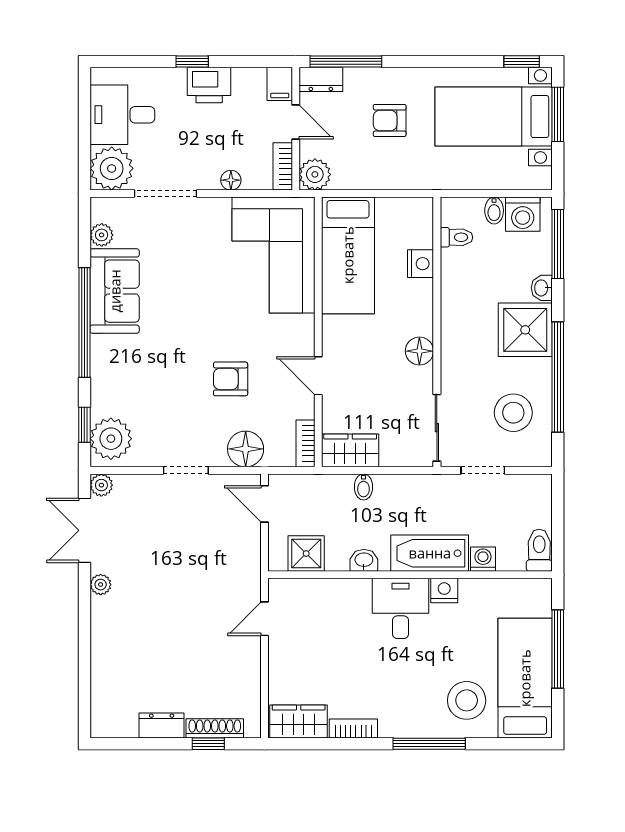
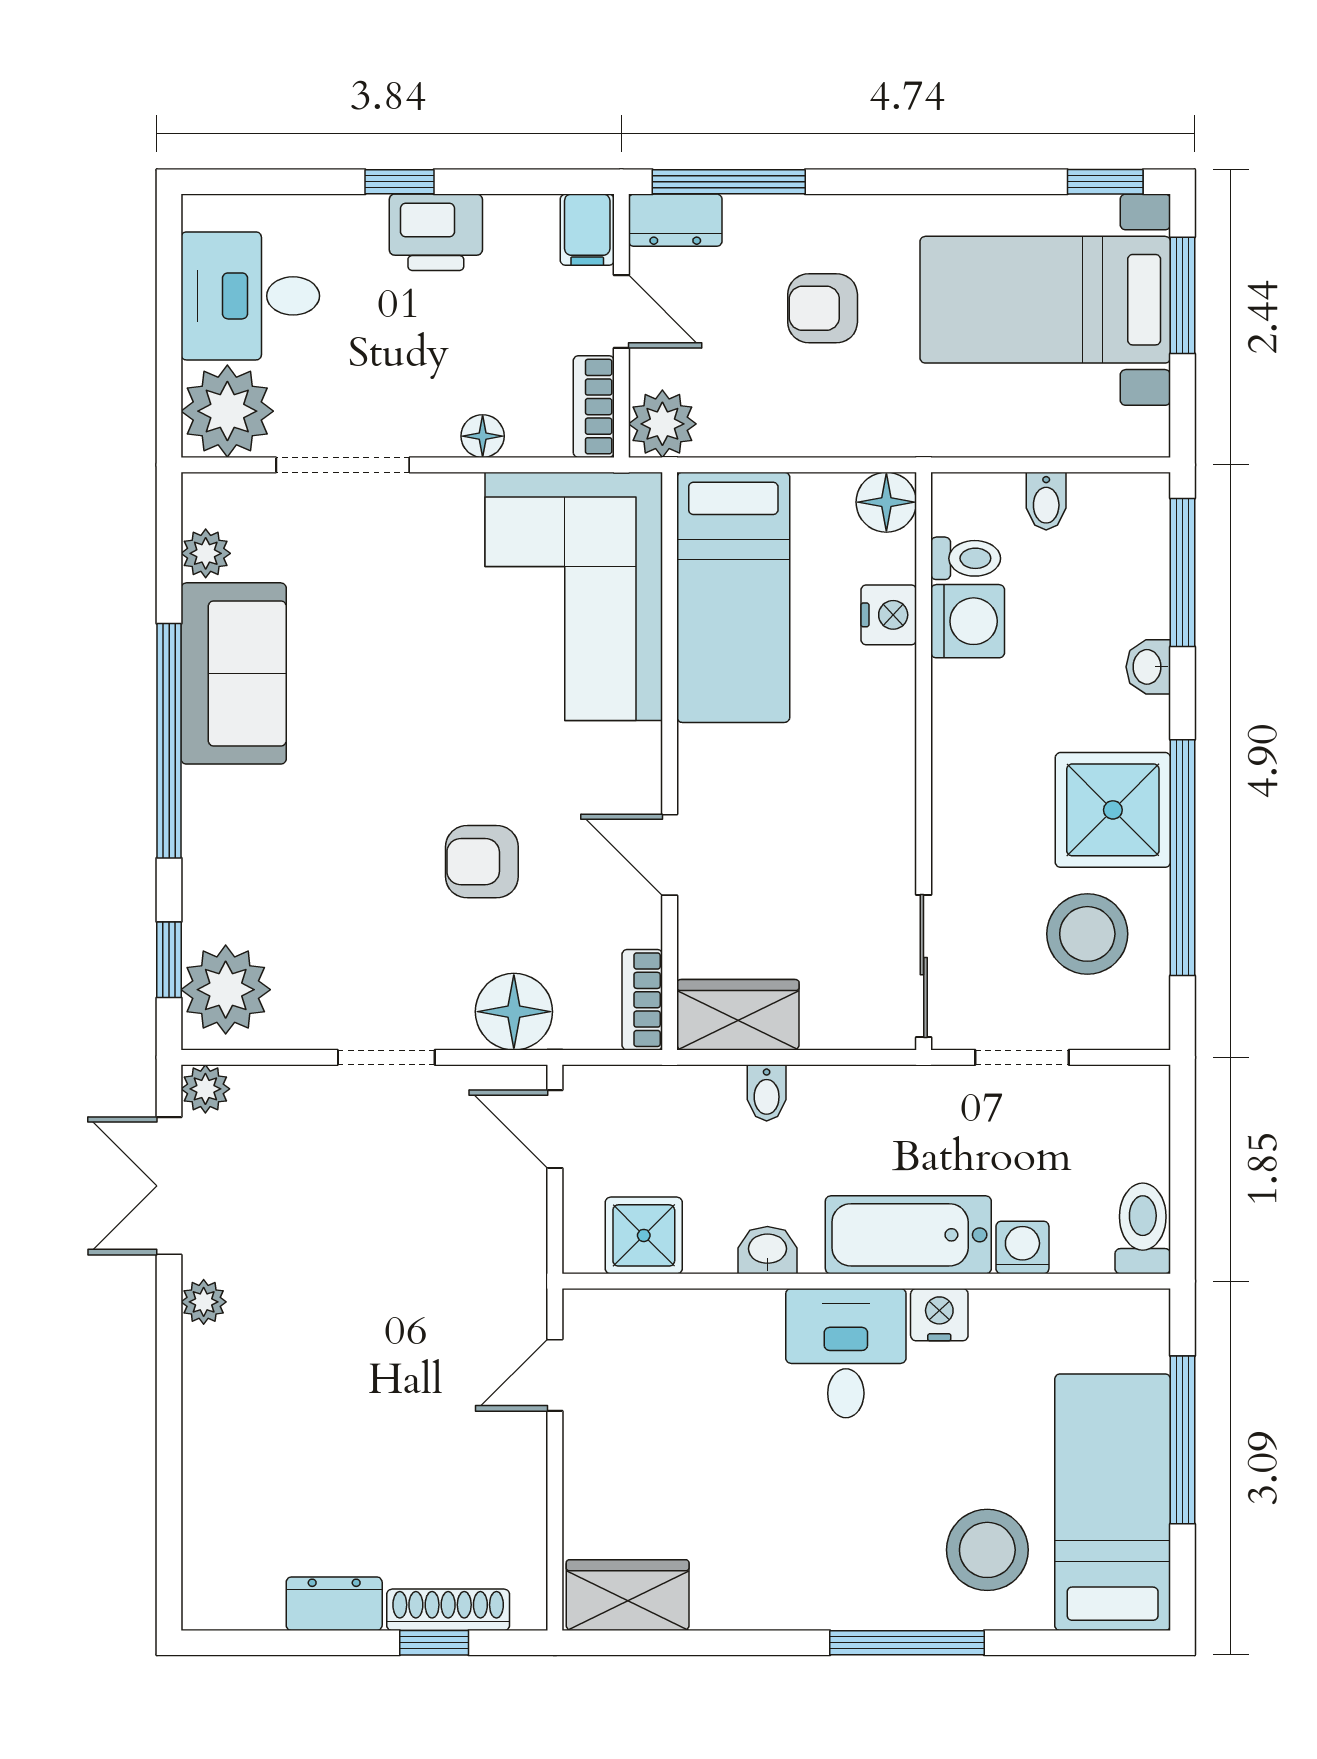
washing machine: (523, 214) -> (968, 621), moved, turned -90
shower: (525, 330) -> (1113, 810), moved
floor lamp: (419, 351) -> (886, 502), moved
bookcase: (353, 729) -> (745, 1610), removed

